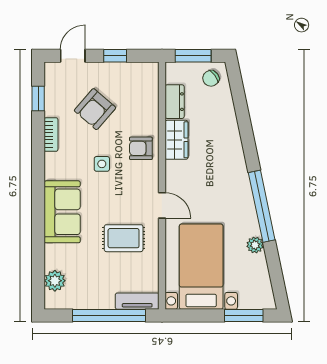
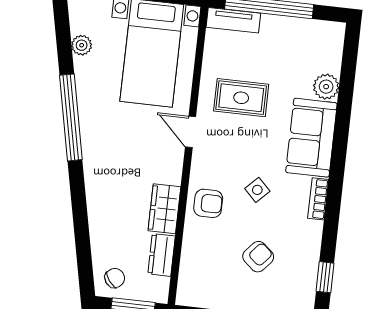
armchair: (95, 109) -> (258, 257), width x0.72, depth x0.72
bookcase: (51, 135) -> (318, 199), moved
side table: (102, 164) -> (257, 190), turned 45
plant: (255, 245) -> (82, 45), moved
plant: (55, 281) -> (326, 87), moved

